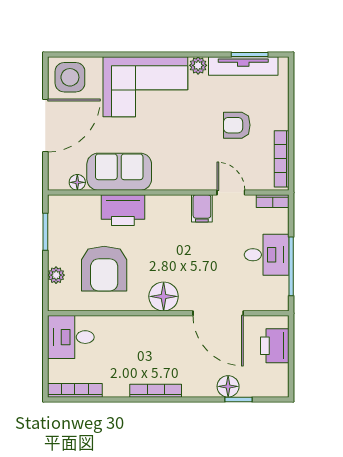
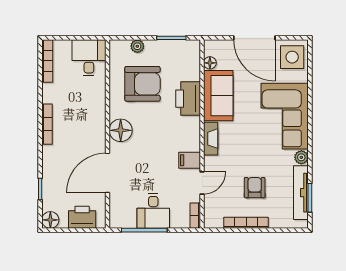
bookcase: (282, 159) -> (246, 223), moved
fireplace: (174, 181) -> (211, 139), added
armchair: (104, 269) -> (142, 84), turned 180
floor lamp: (228, 386) -> (50, 220), moved

